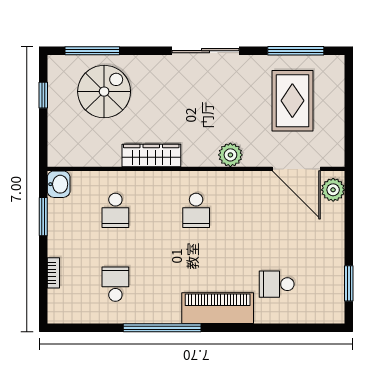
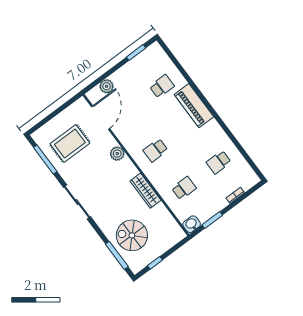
plant: (333, 190) -> (107, 86), moved
school desk: (196, 210) -> (156, 150), turned 180
school desk: (277, 284) -> (162, 86), turned -90
window: (162, 328) -> (223, 125), removed

